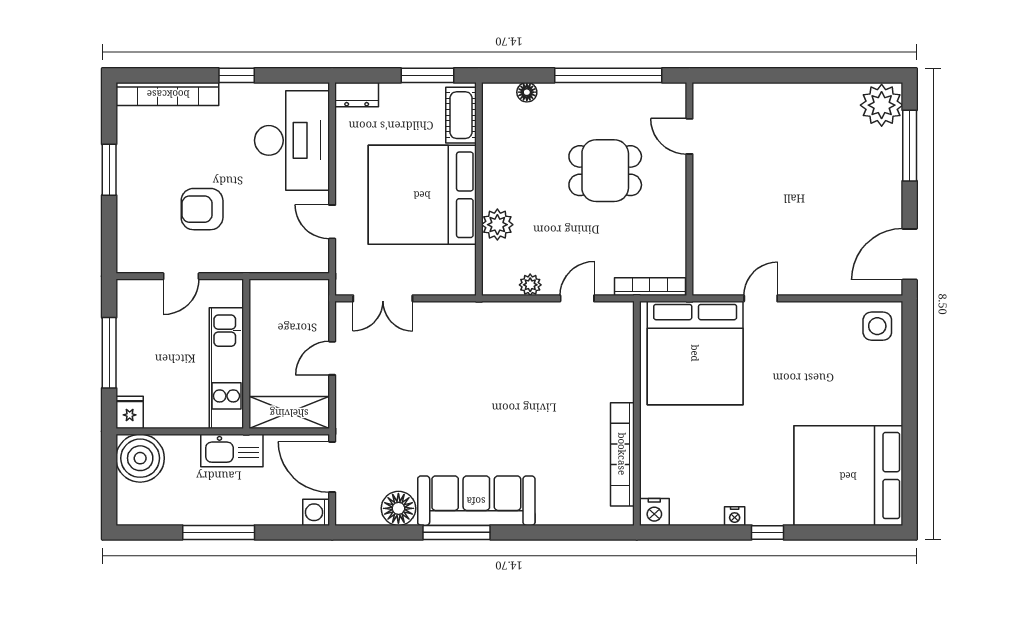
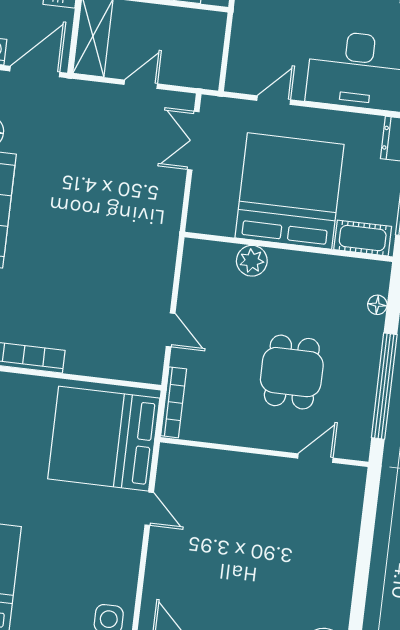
plant: (530, 285) -> (189, 286), removed
door: (332, 358) -> (141, 84), hinge flipped

